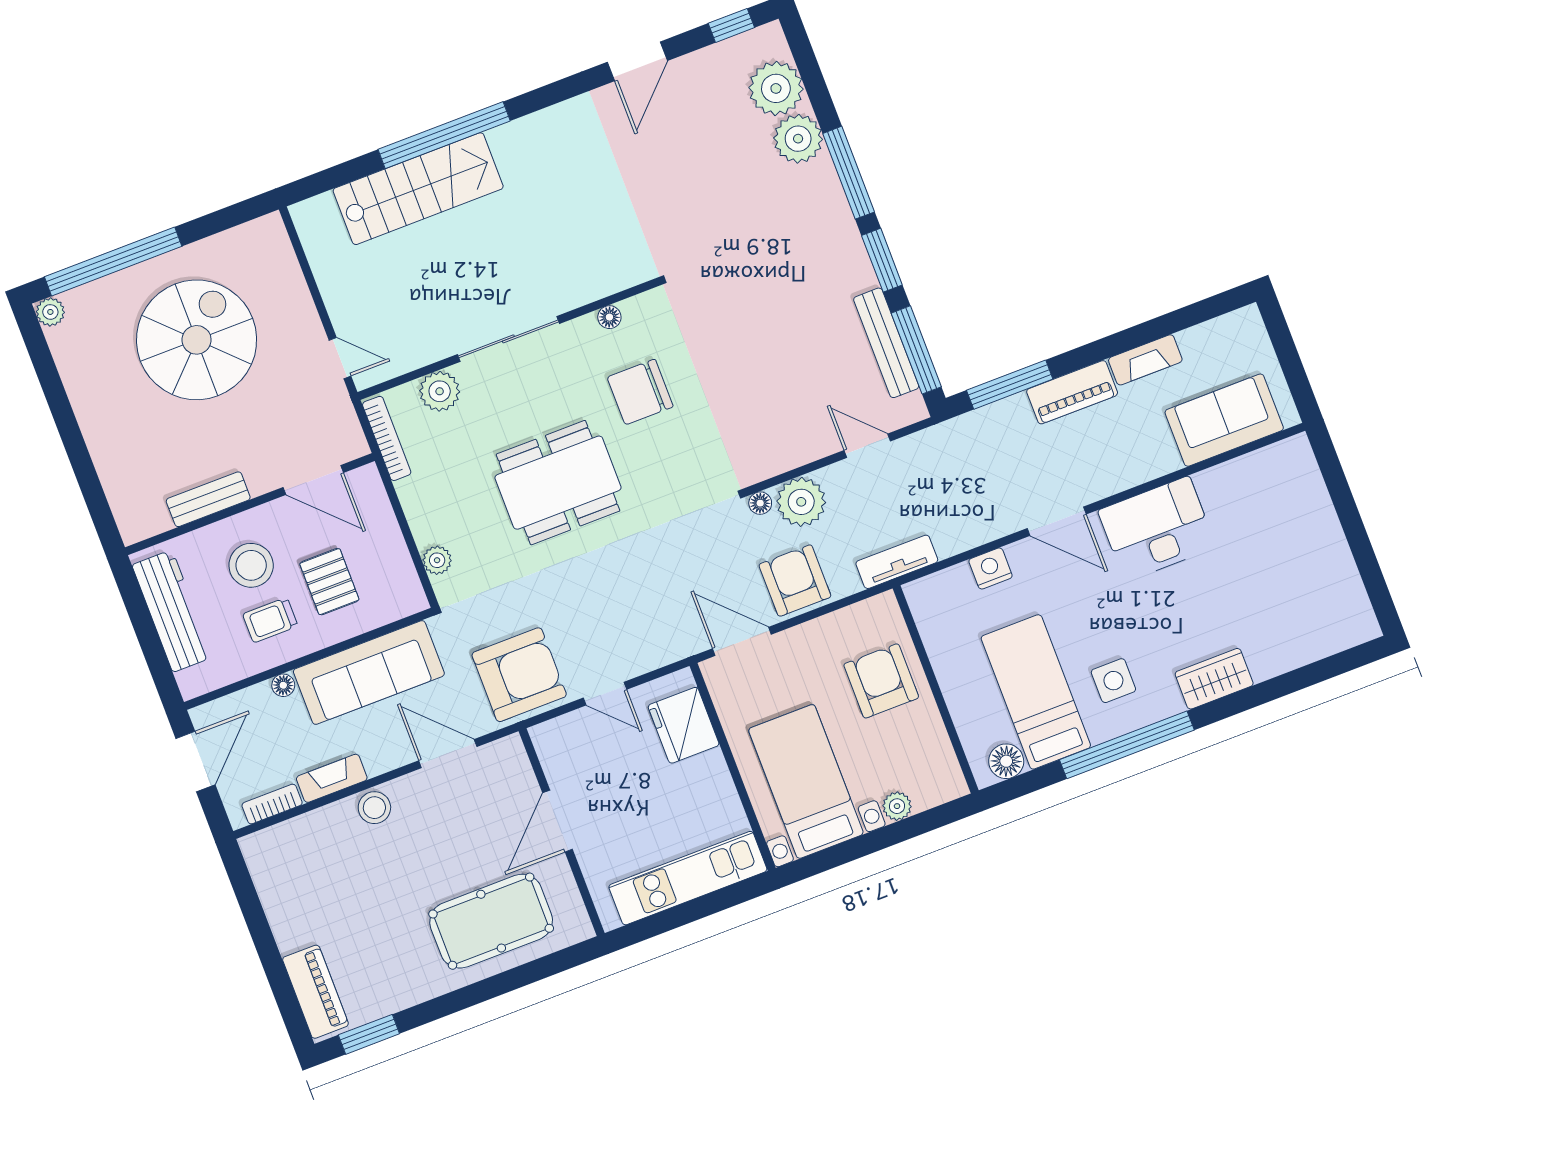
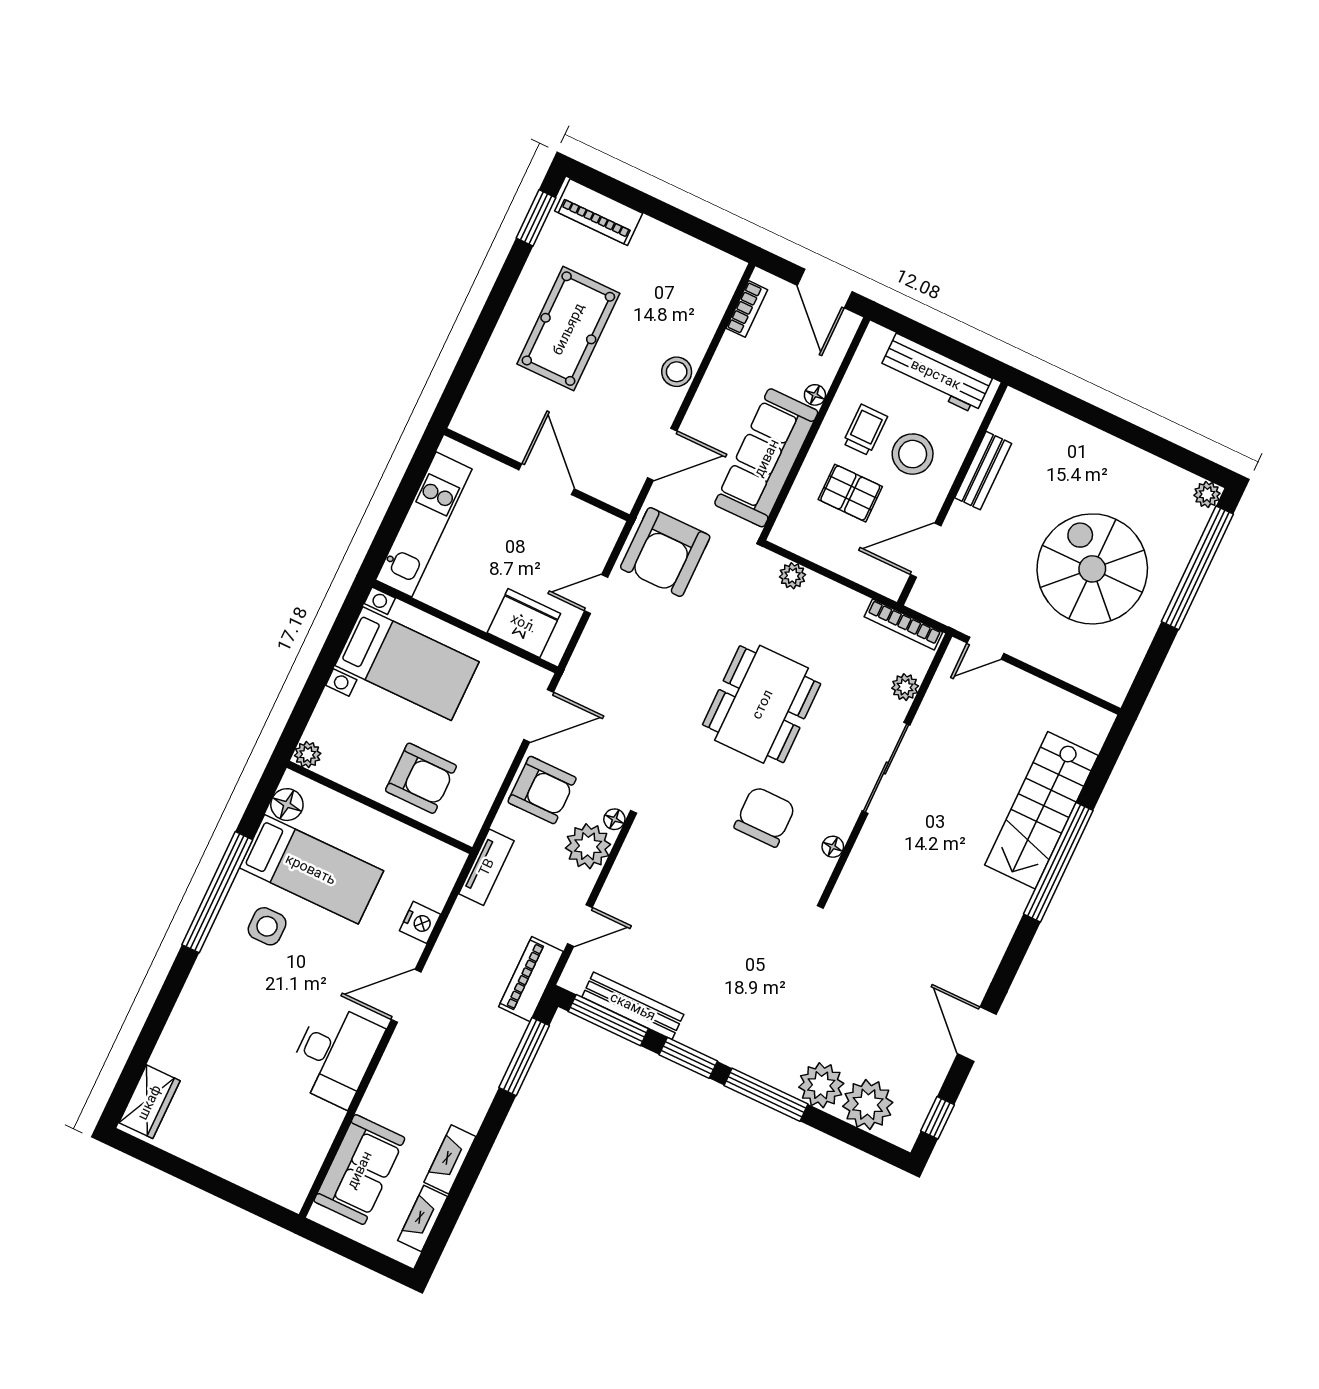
spiral stairs: (197, 340) -> (1092, 569), turned 180
plant: (440, 391) -> (905, 687), width x0.73, depth x0.73
piano: (1072, 392) -> (531, 979), moved
wardrobe: (1214, 679) -> (149, 1102), moved
fireplace: (332, 778) -> (423, 1219), moved, turned 180
plant: (897, 806) -> (308, 755), moved
pool table: (491, 921) -> (568, 329), moved

